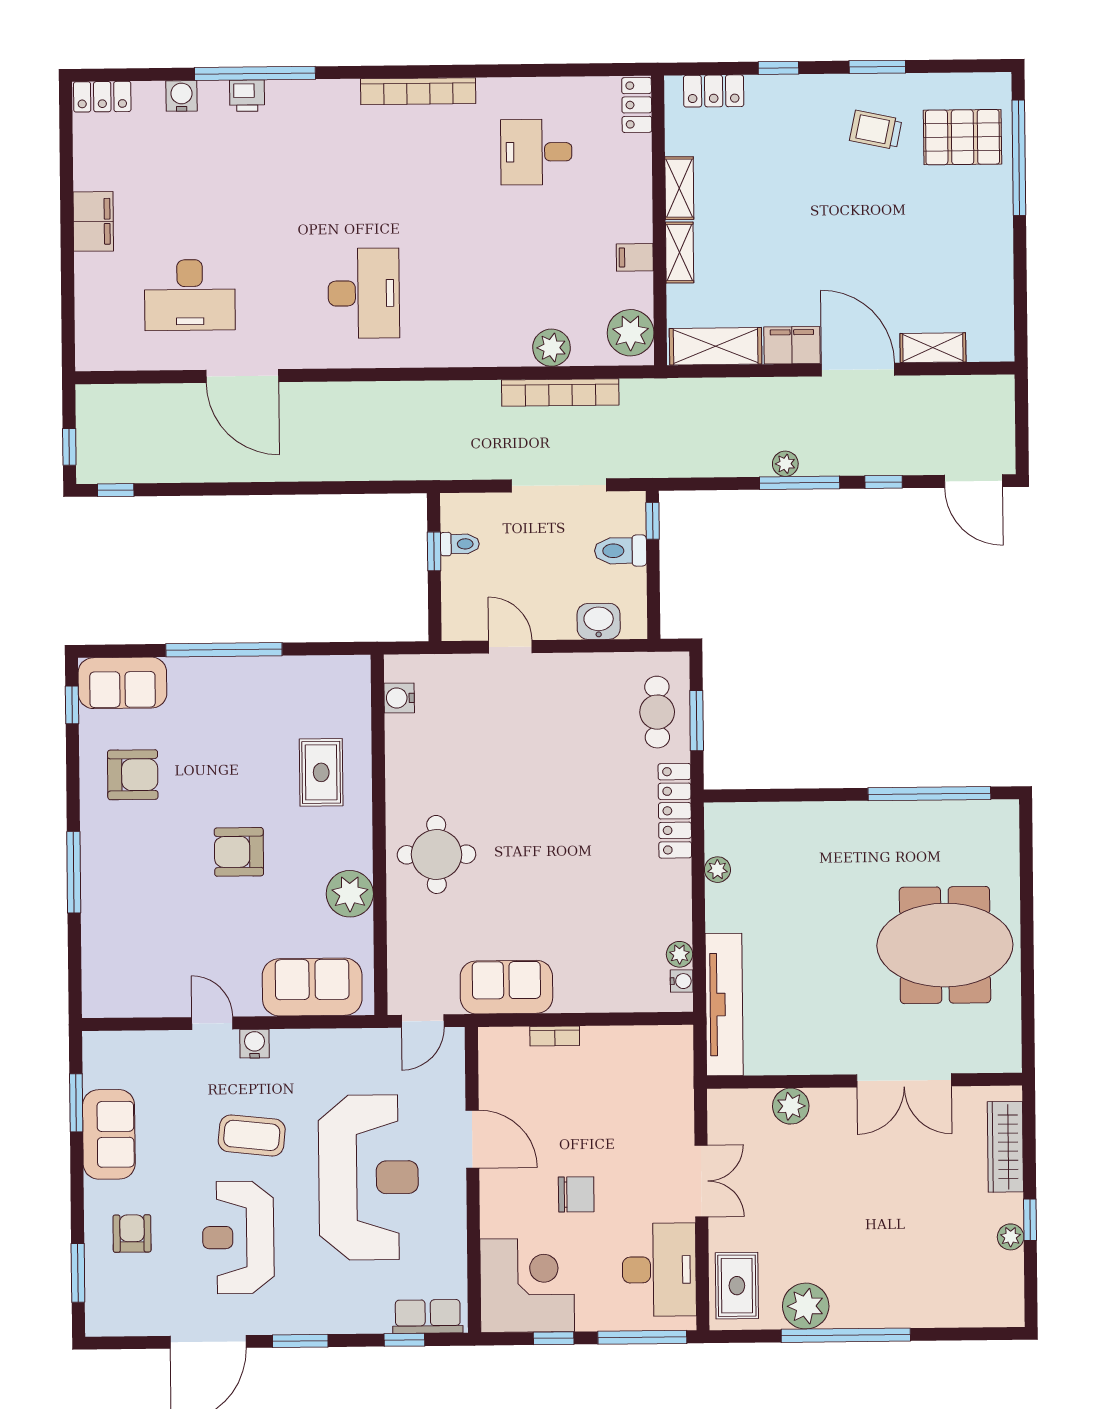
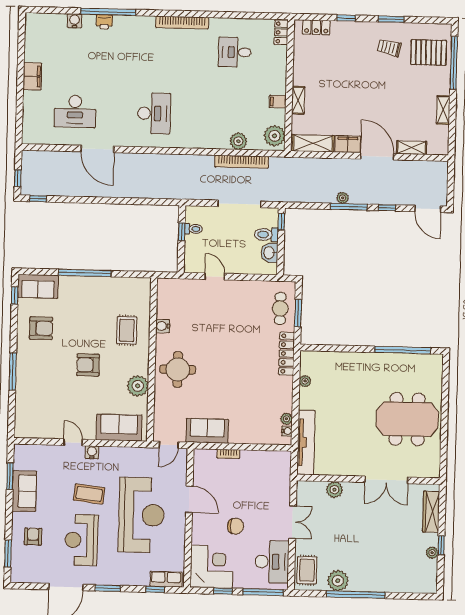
locker: (102, 97) -> (39, 20), removed
shelving: (679, 188) -> (443, 110), moved
washbasin: (599, 621) -> (269, 253), moved, turned -90
water cooler: (399, 698) -> (163, 326), moved

